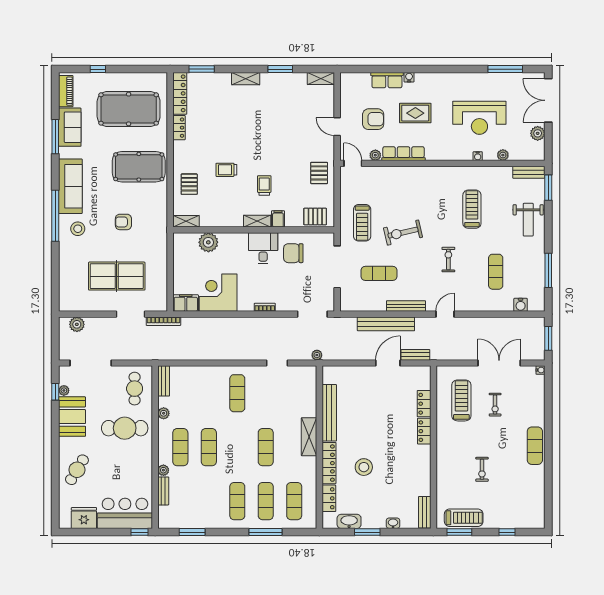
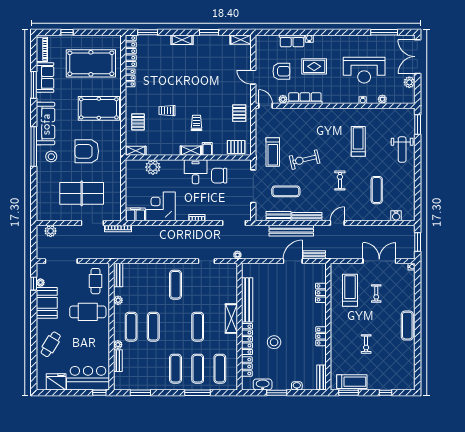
bench: (529, 172) -> (278, 216), moved
armchair: (123, 222) -> (87, 151), width x1.88, depth x1.88
window: (548, 270) -> (418, 189), removed
locker: (424, 431) -> (321, 336), moved

